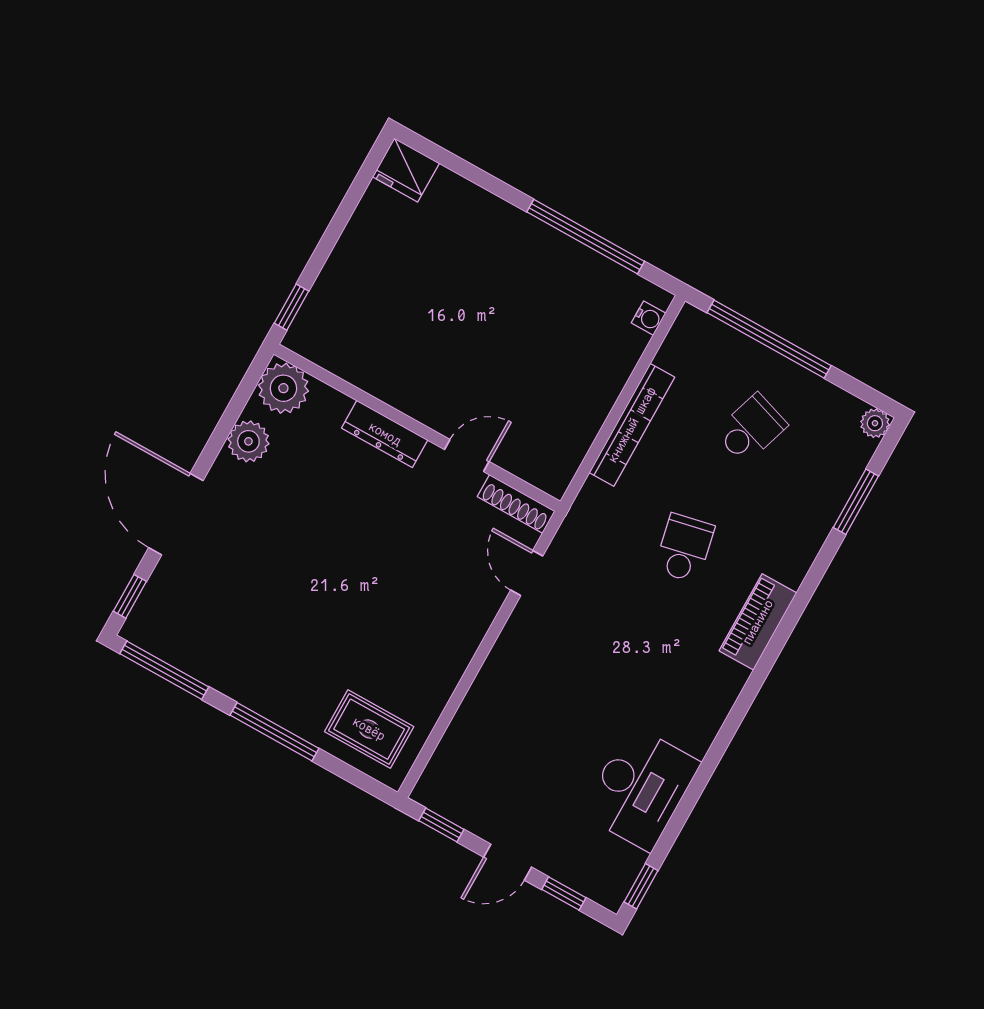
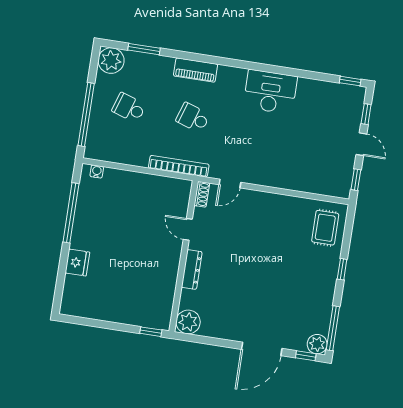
fridge: (406, 170) -> (77, 263), moved
plant: (875, 423) -> (111, 61), width x1.88, depth x1.88
bookcase: (632, 425) -> (179, 166), moved
plant: (248, 441) -> (317, 344), moved
shoe rack: (516, 504) -> (202, 194), width x0.70
school desk: (684, 548) -> (193, 118), turned 30
piano: (758, 622) -> (196, 70), moved
window: (274, 732) -> (342, 269), width x0.46
desk: (641, 788) -> (270, 92), moved

